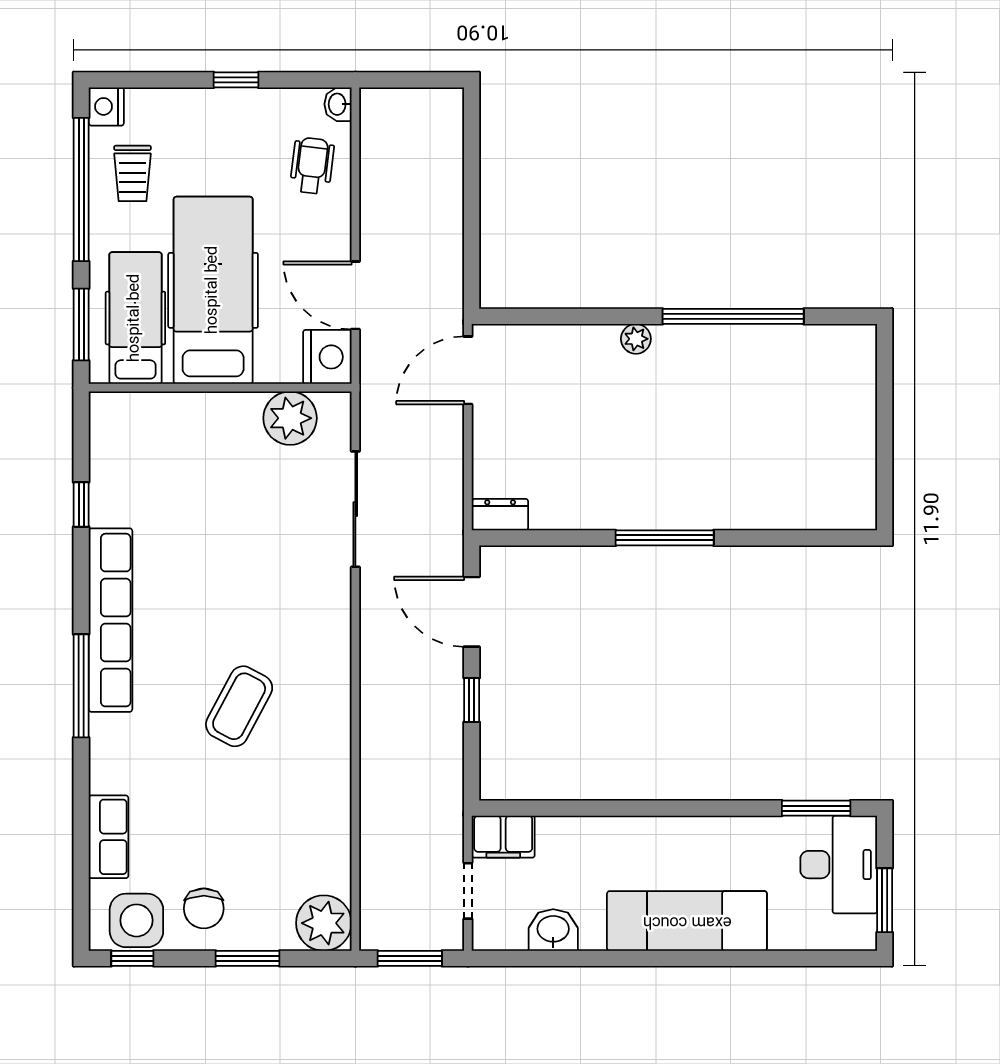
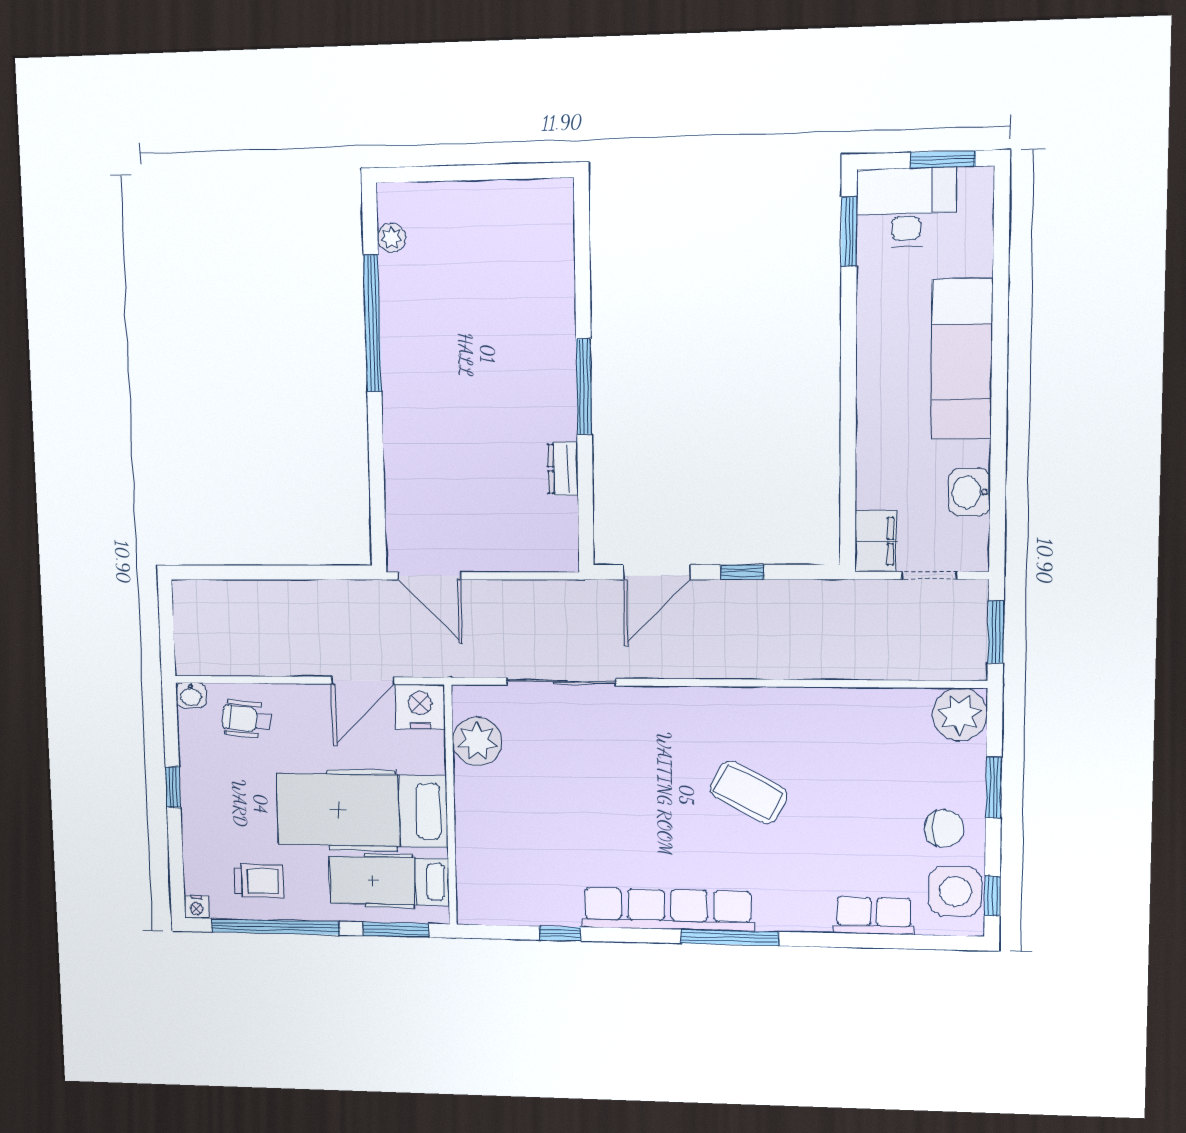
nightstand: (106, 106) -> (197, 907), width x0.72, depth x0.74
plant: (636, 339) -> (391, 238), moved
dresser: (500, 515) -> (563, 469), moved

